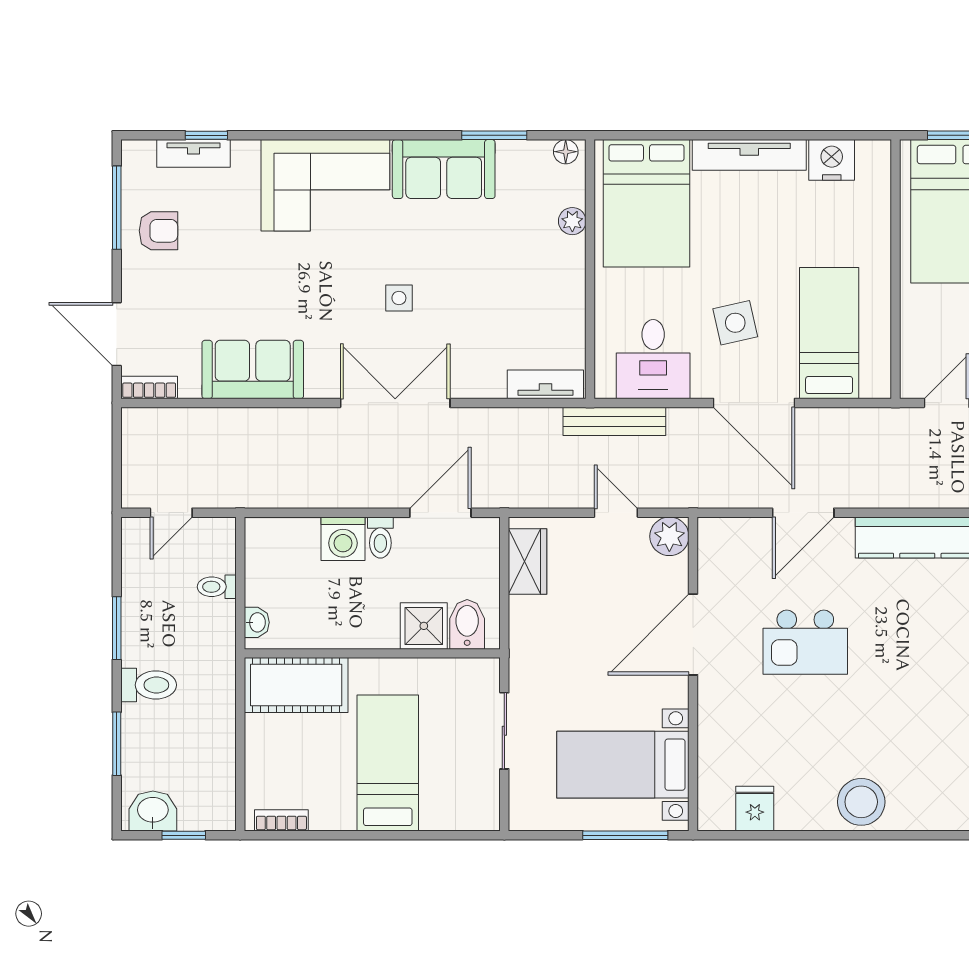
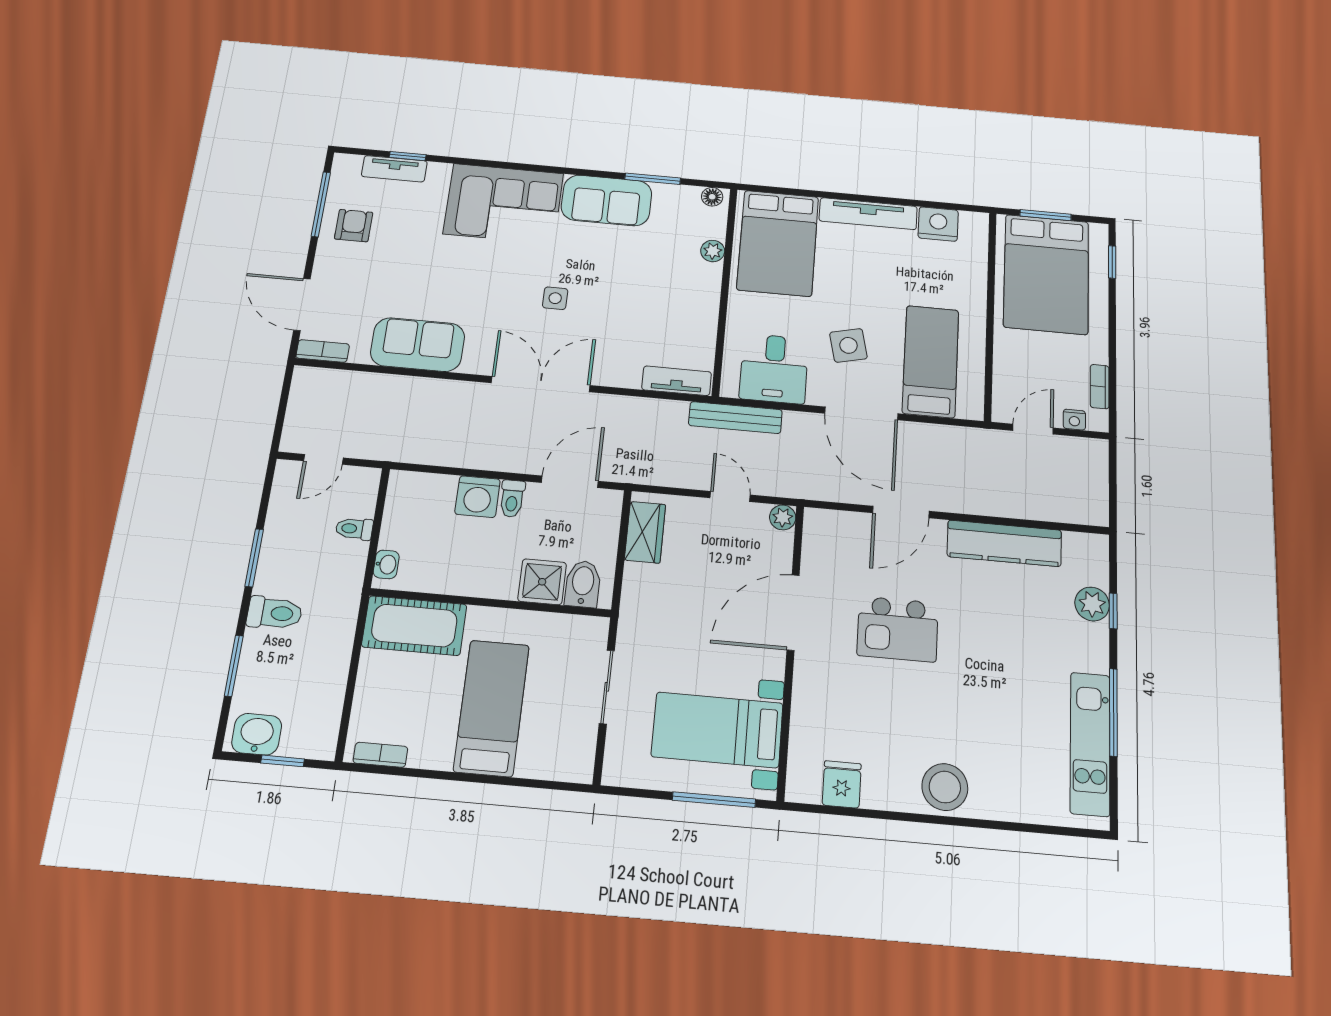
armchair: (158, 231) -> (354, 226), turned -90
plant: (669, 536) -> (783, 517), width x0.73, depth x0.73

